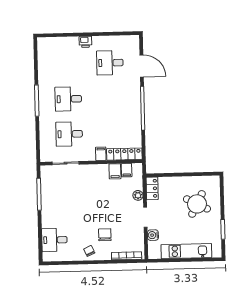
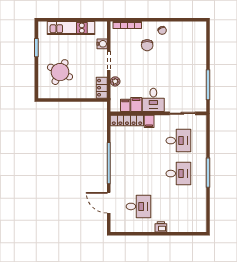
desk: (54, 240) -> (153, 100), moved, turned 90

